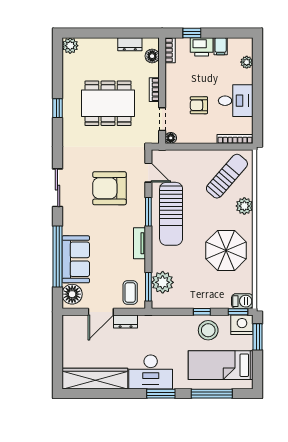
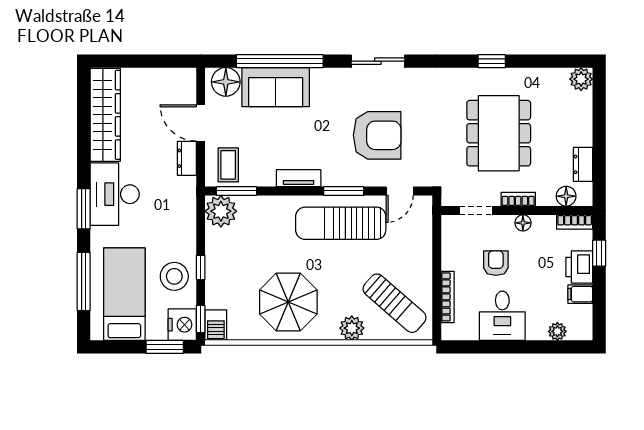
floor lamp: (171, 138) -> (523, 223), moved
bookcase: (235, 139) -> (448, 297), moved
armchair: (109, 188) -> (377, 135), turned 90
plant: (163, 282) -> (221, 211), moved
coffee table: (130, 292) -> (228, 165), turned 90

